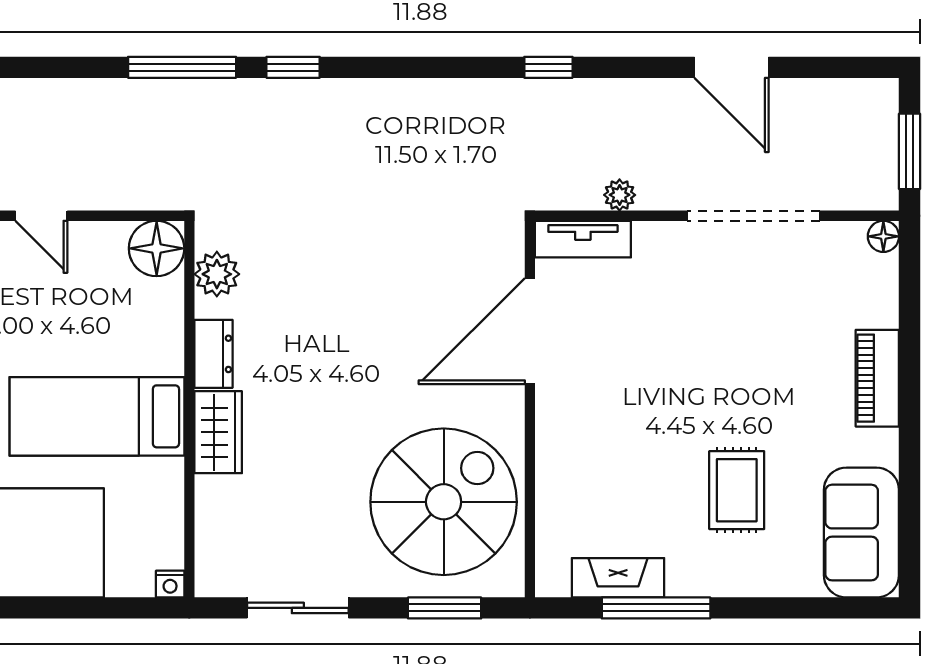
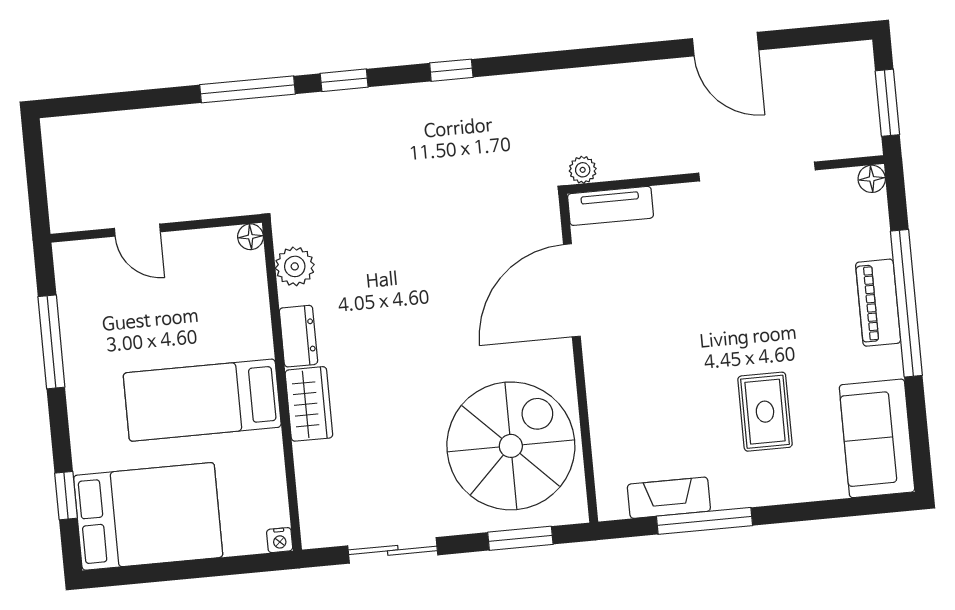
window: (548, 67) -> (451, 70), moved
plant: (620, 195) -> (583, 170), moved
floor lamp: (157, 248) -> (250, 237), width x0.53, depth x0.53
window: (910, 382) -> (906, 303), added

